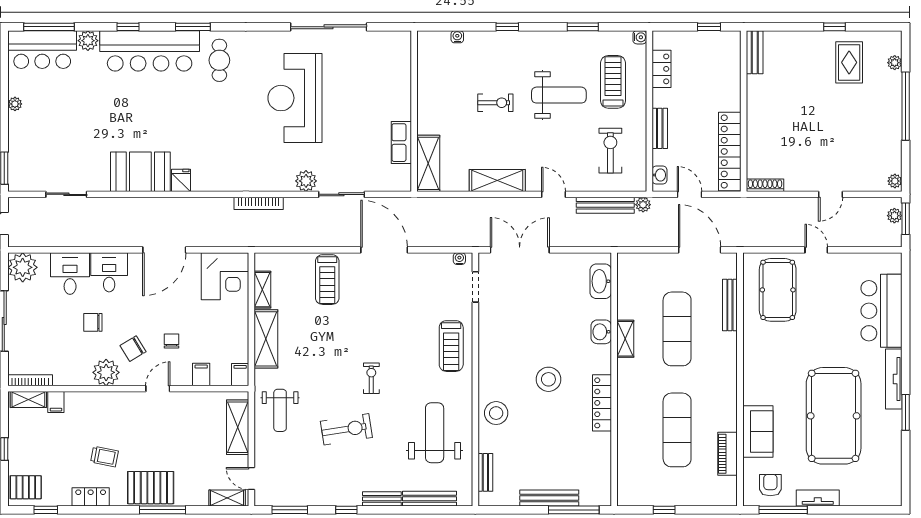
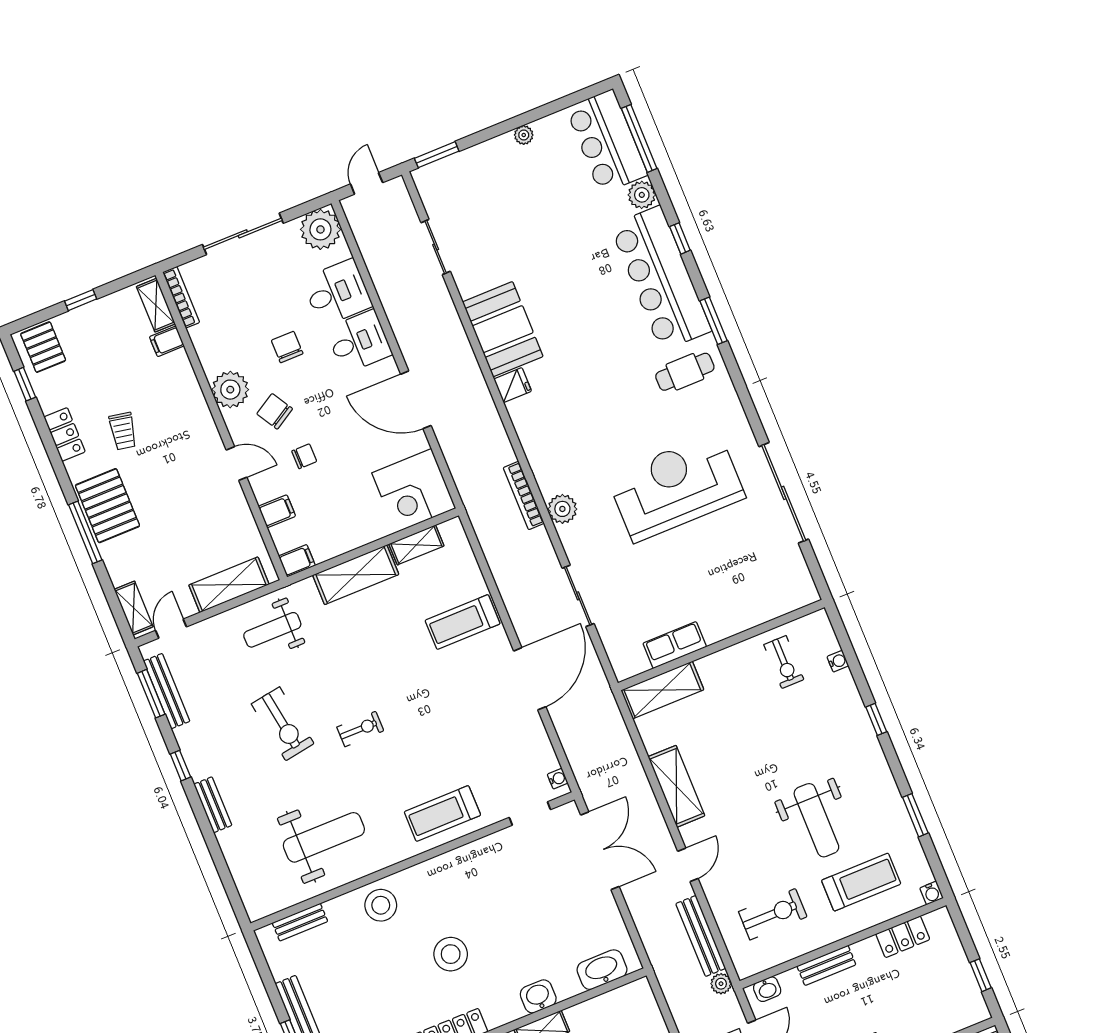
exercise bike: (495, 103) -> (784, 662), moved
plant: (306, 181) -> (562, 509), moved
bench: (430, 499) -> (167, 691), moved

